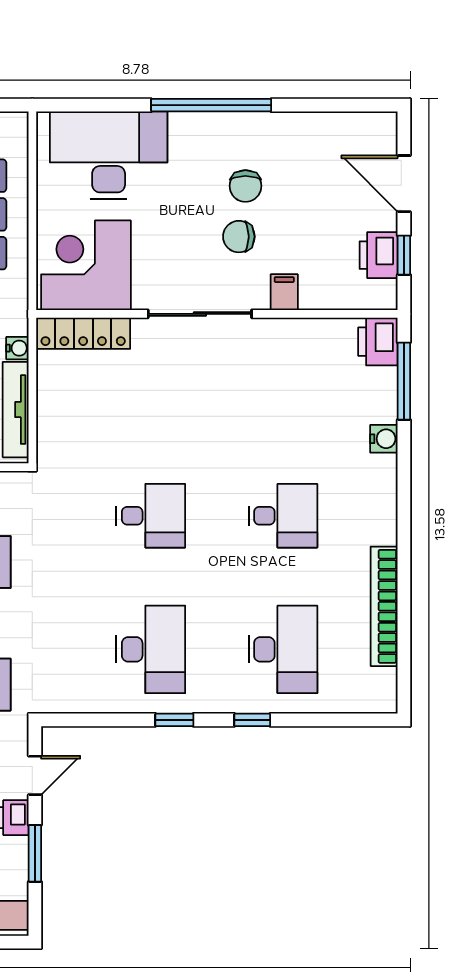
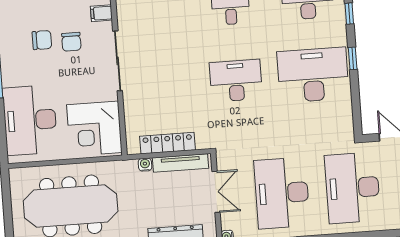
locker: (83, 333) -> (168, 143), moved, turned -90
desk: (151, 516) -> (236, 81), width x1.37
desk: (151, 649) -> (313, 75), width x1.36, depth x1.30

